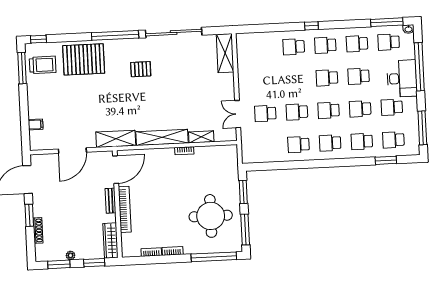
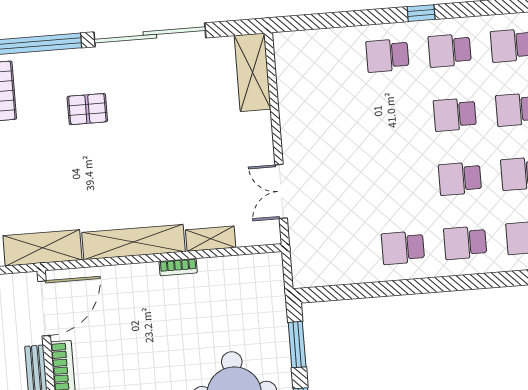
school desk: (297, 112) -> (398, 184), removed
school desk: (265, 113) -> (336, 189), removed

